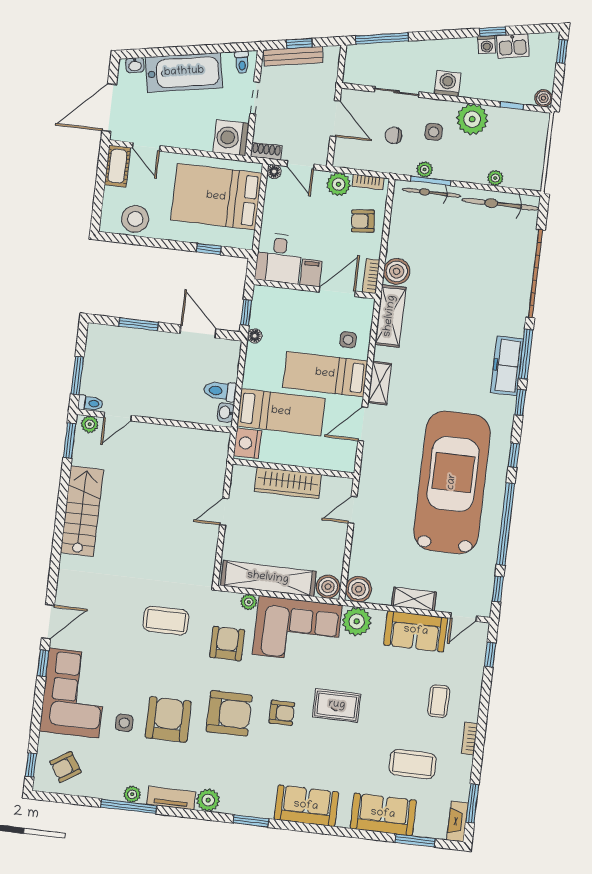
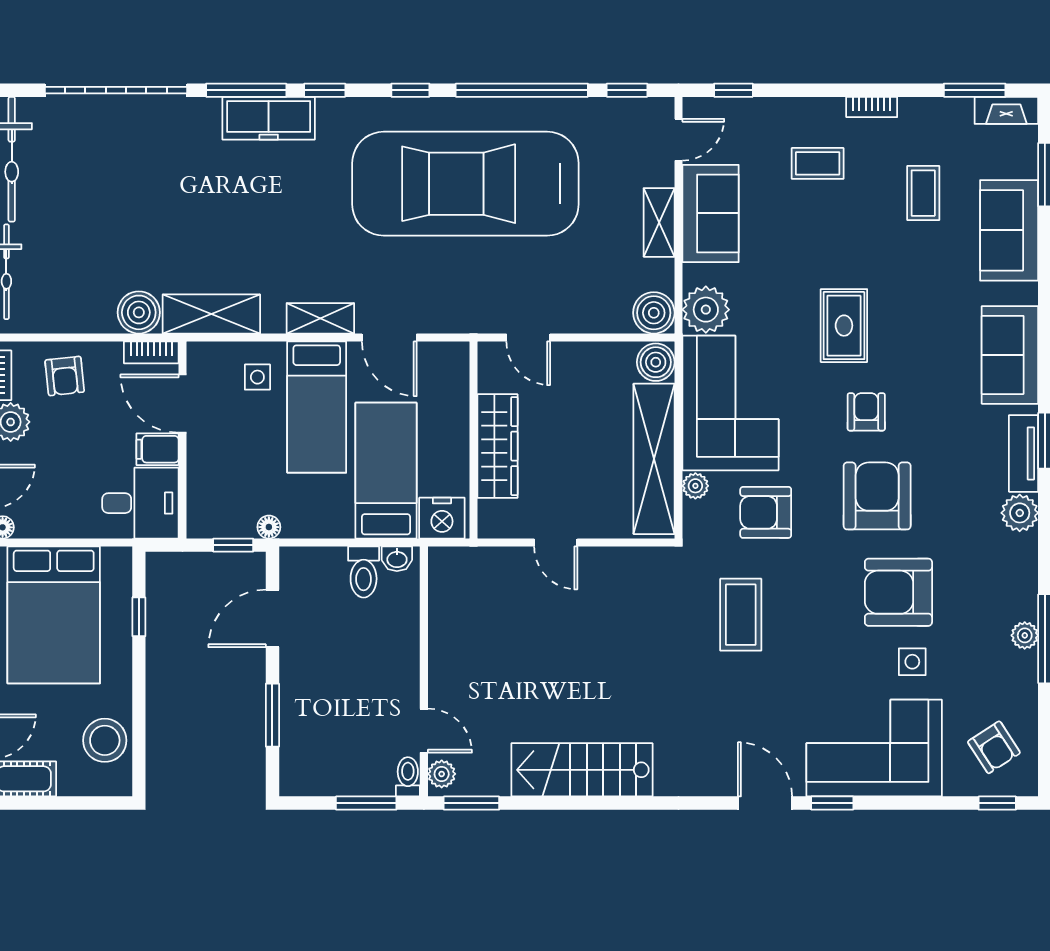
door: (464, 617) -> (678, 140), hinge flipped
coffee table: (413, 764) -> (923, 193), width x0.73, depth x0.77
tv unit: (171, 798) -> (1024, 453), moved

